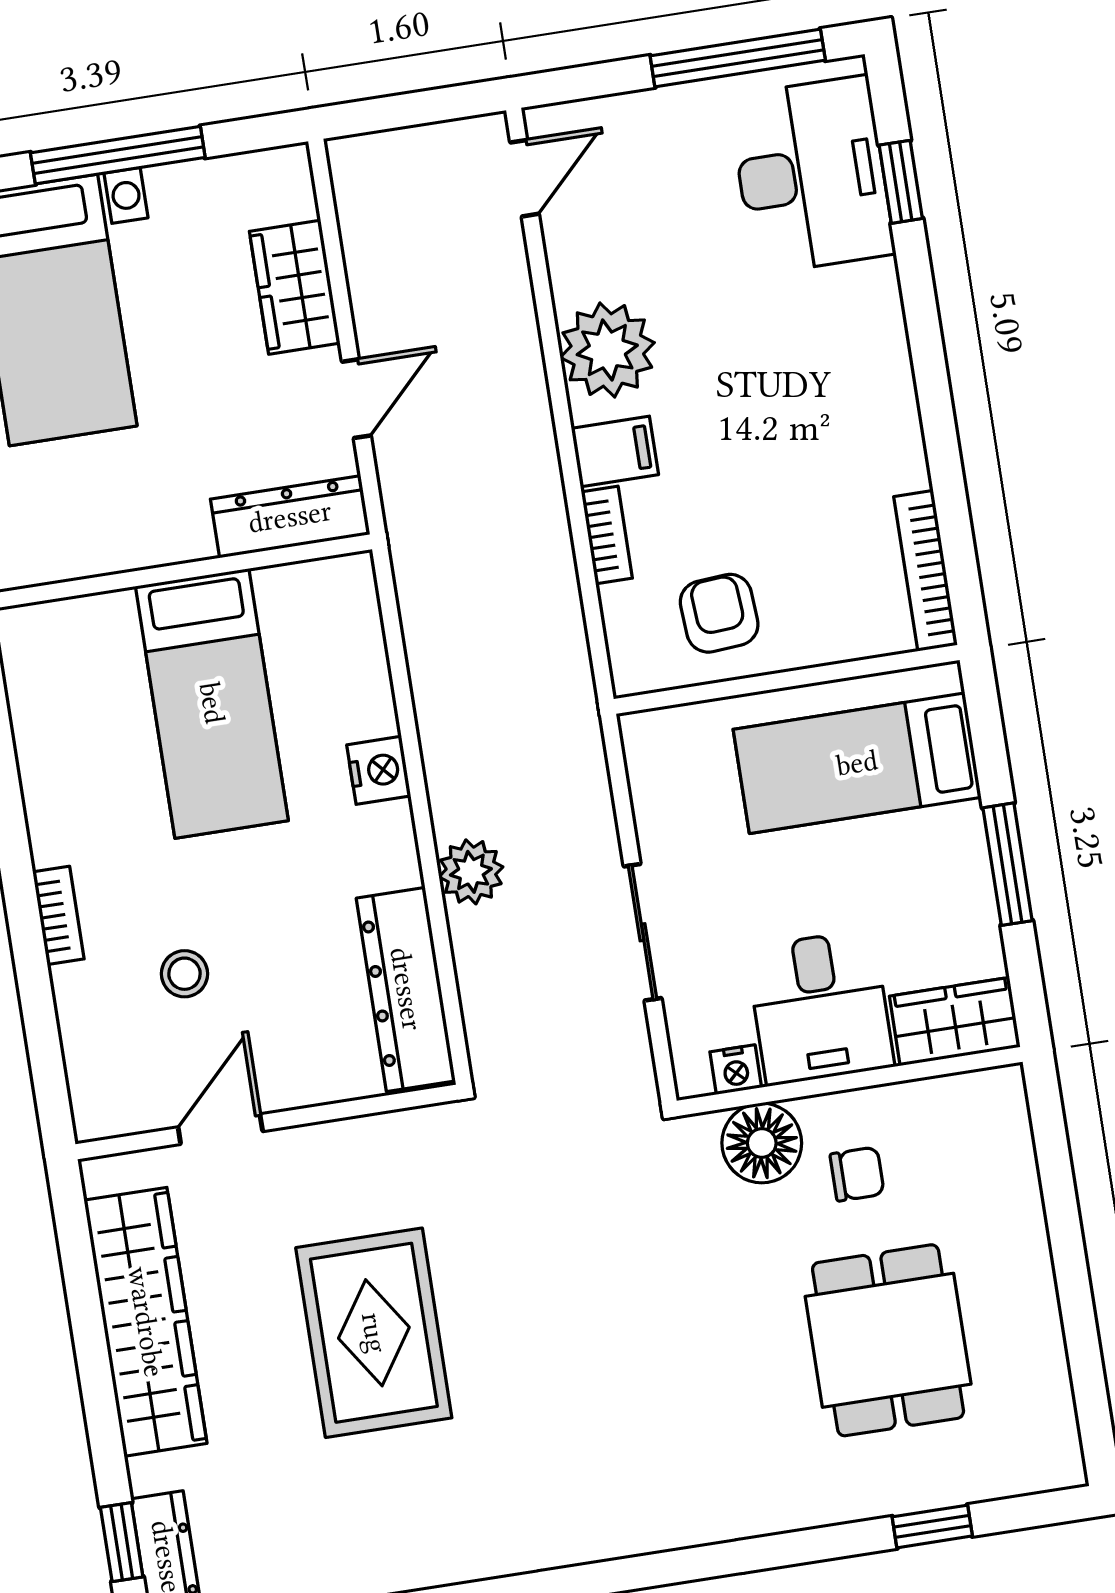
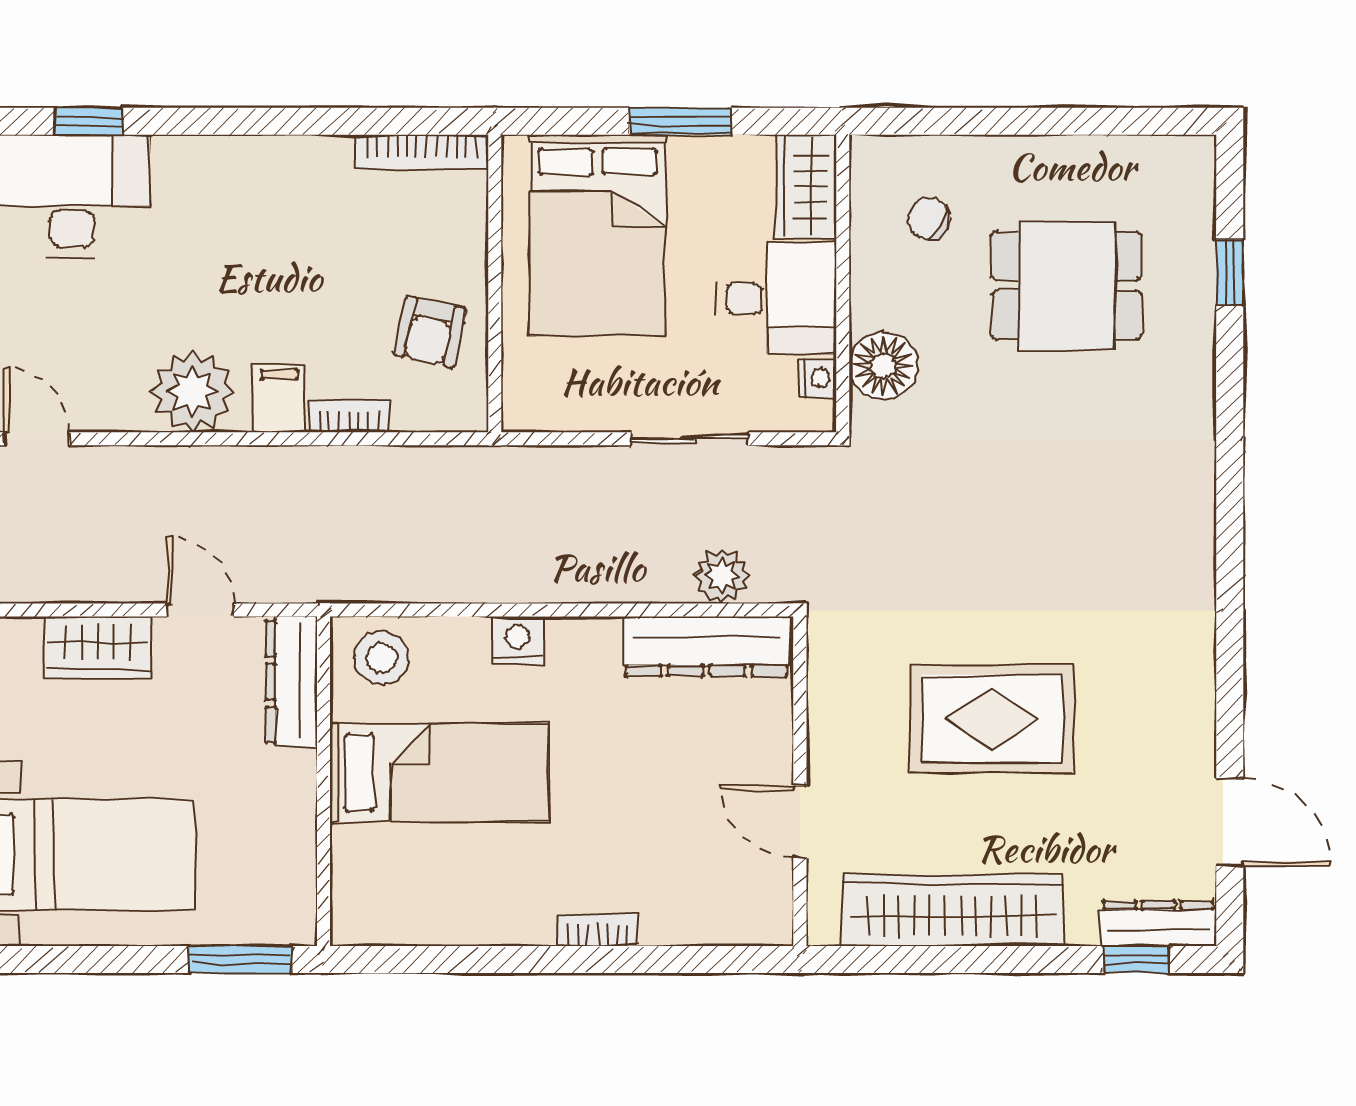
armchair: (719, 613) -> (430, 332), turned -74
bed: (857, 763) -> (598, 235), width x1.50
plant: (471, 872) -> (722, 576), moved
stool: (185, 974) -> (381, 658), moved, width x1.37, depth x1.37
chair: (857, 1174) -> (929, 219), moved, turned -62

